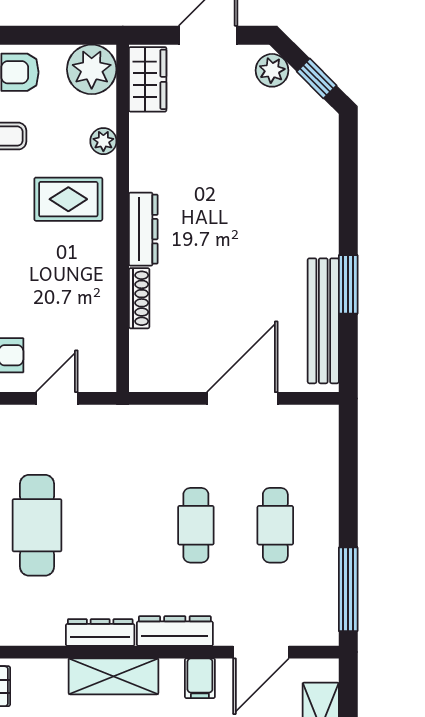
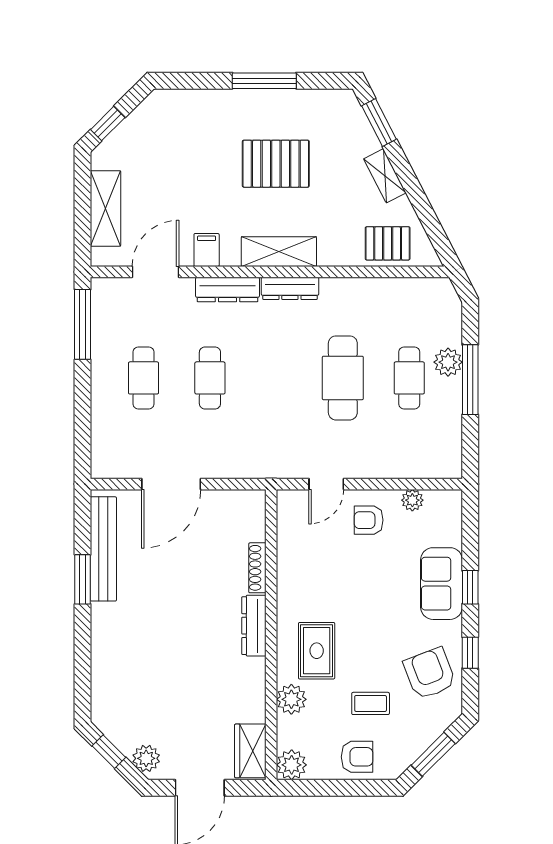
plant: (92, 69) -> (292, 765), width x0.73, depth x0.73
plant: (103, 141) -> (291, 699), width x1.38, depth x1.38
rug: (68, 199) -> (317, 651), turned 90

